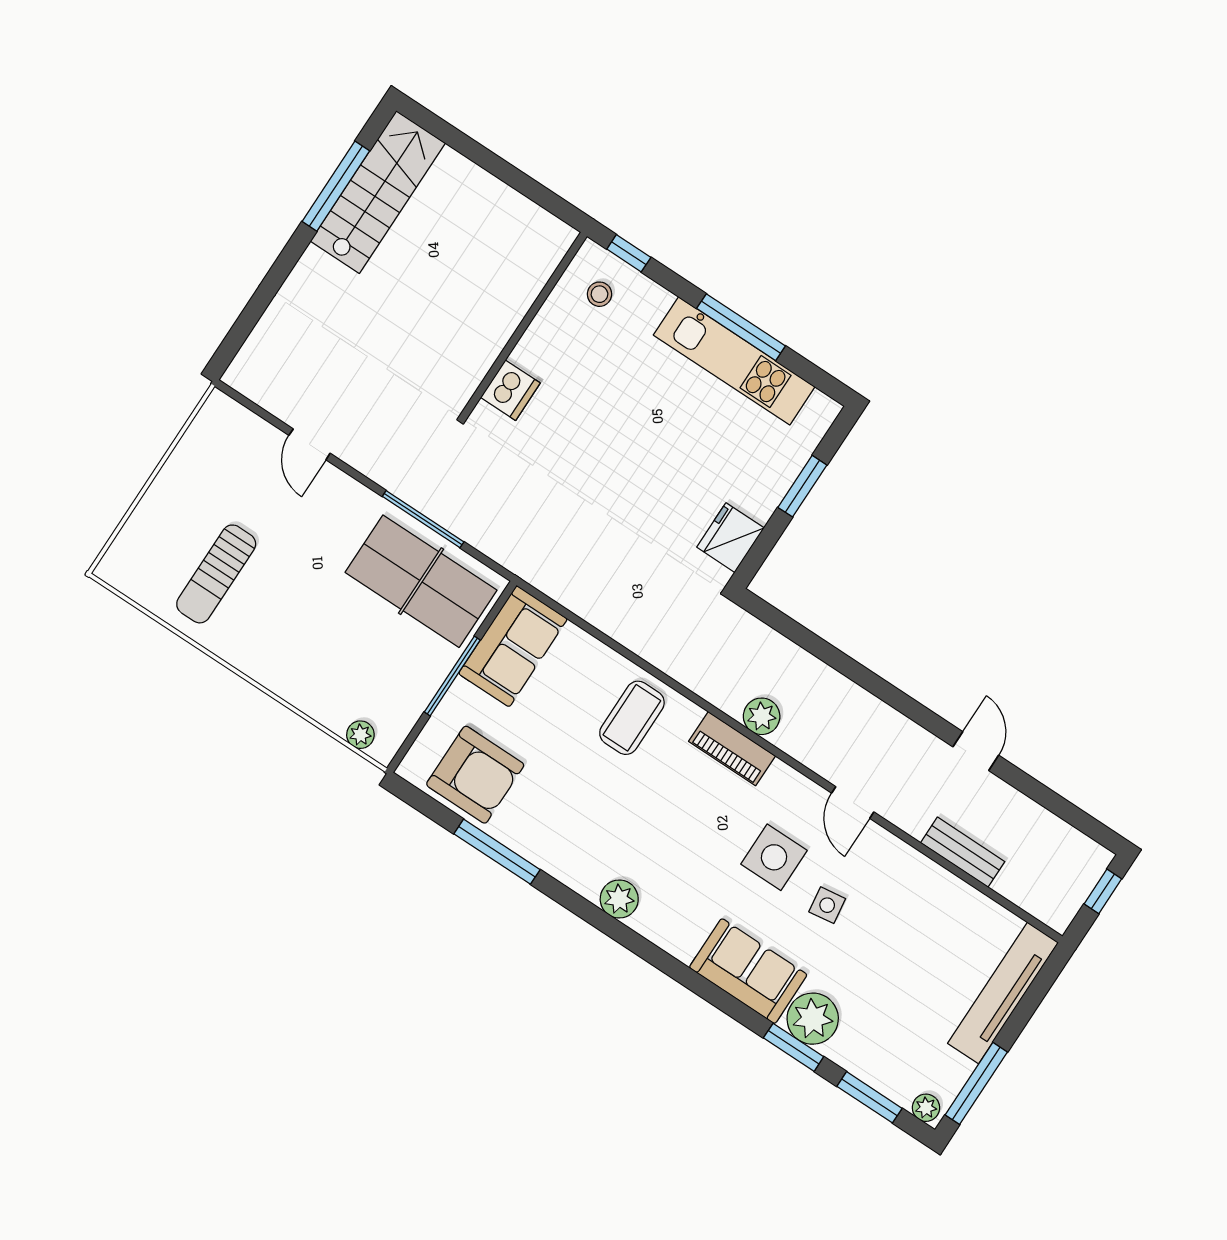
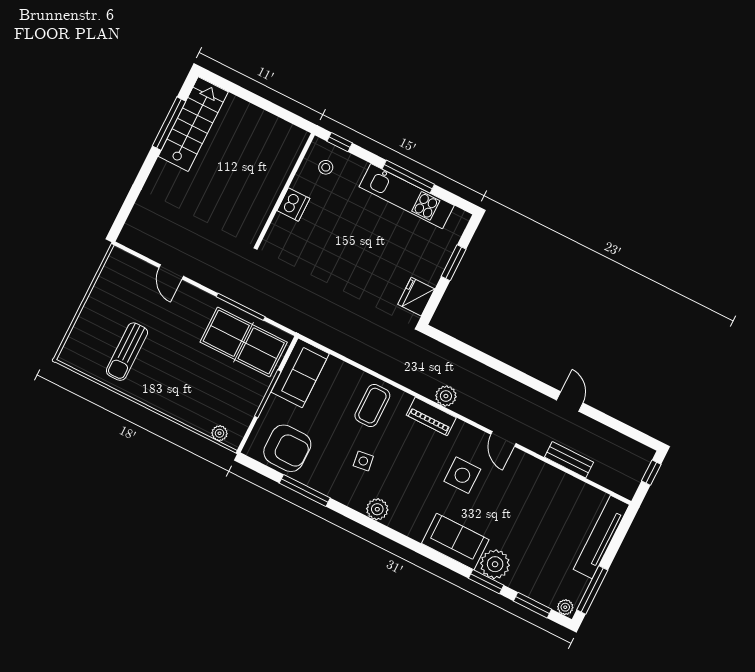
dishwasher: (510, 390) -> (293, 204), moved
side table: (827, 905) -> (363, 461), moved

